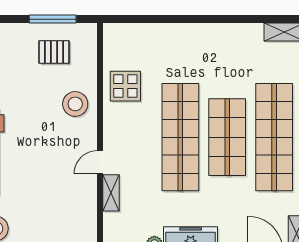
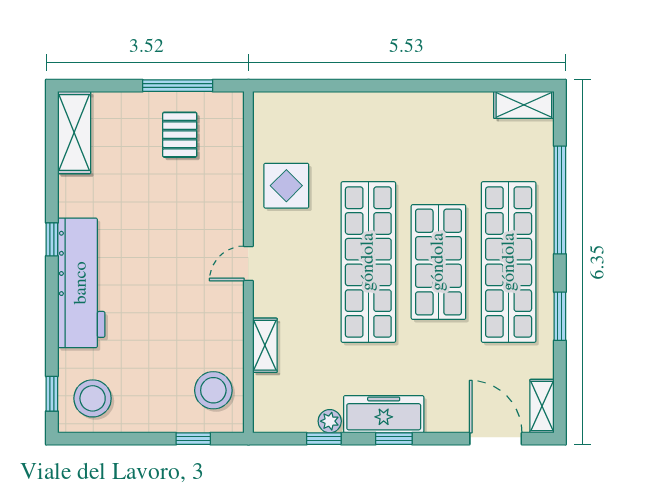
pallet: (54, 52) -> (180, 135), turned 90
stool: (75, 104) -> (213, 390), moved
door: (100, 162) -> (248, 263), moved

